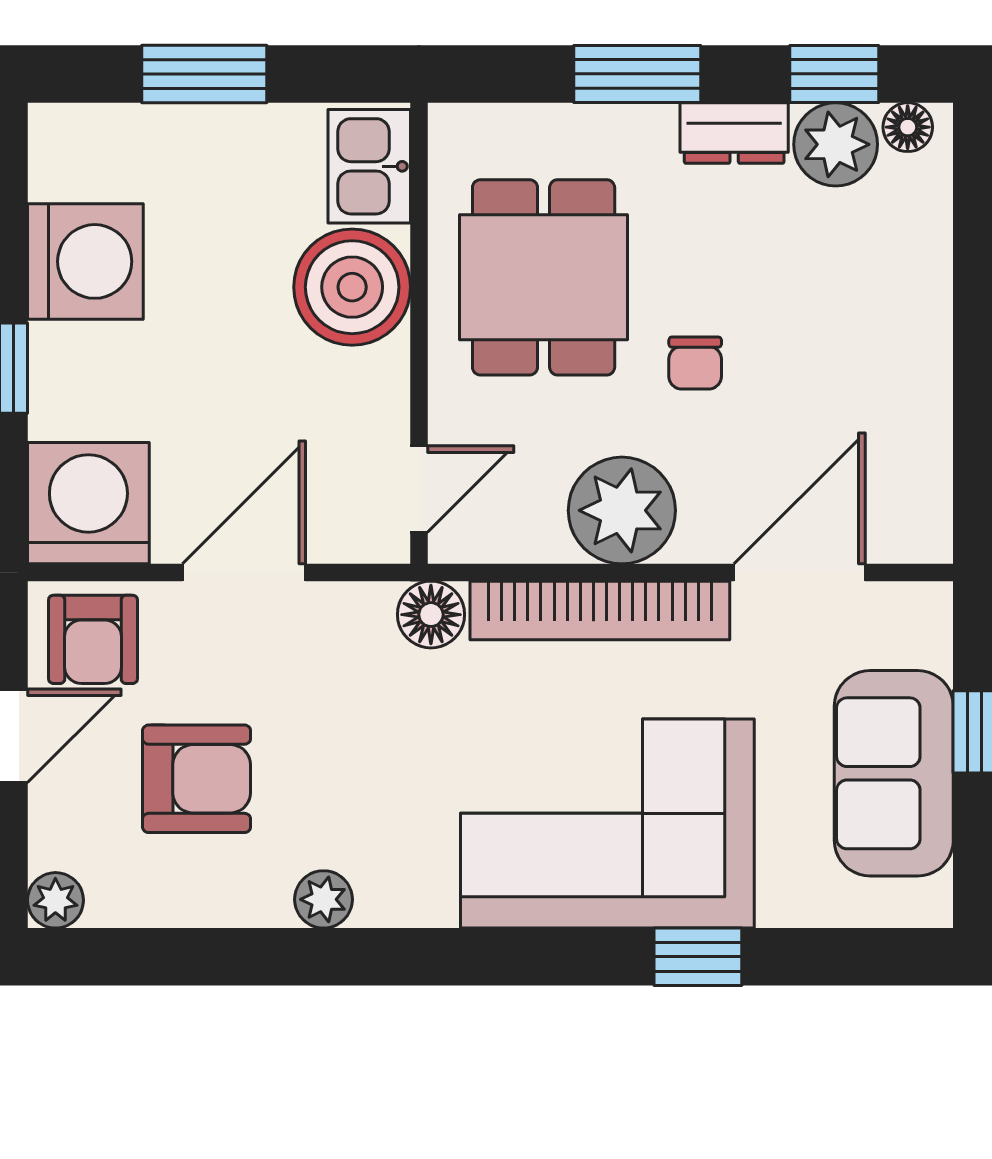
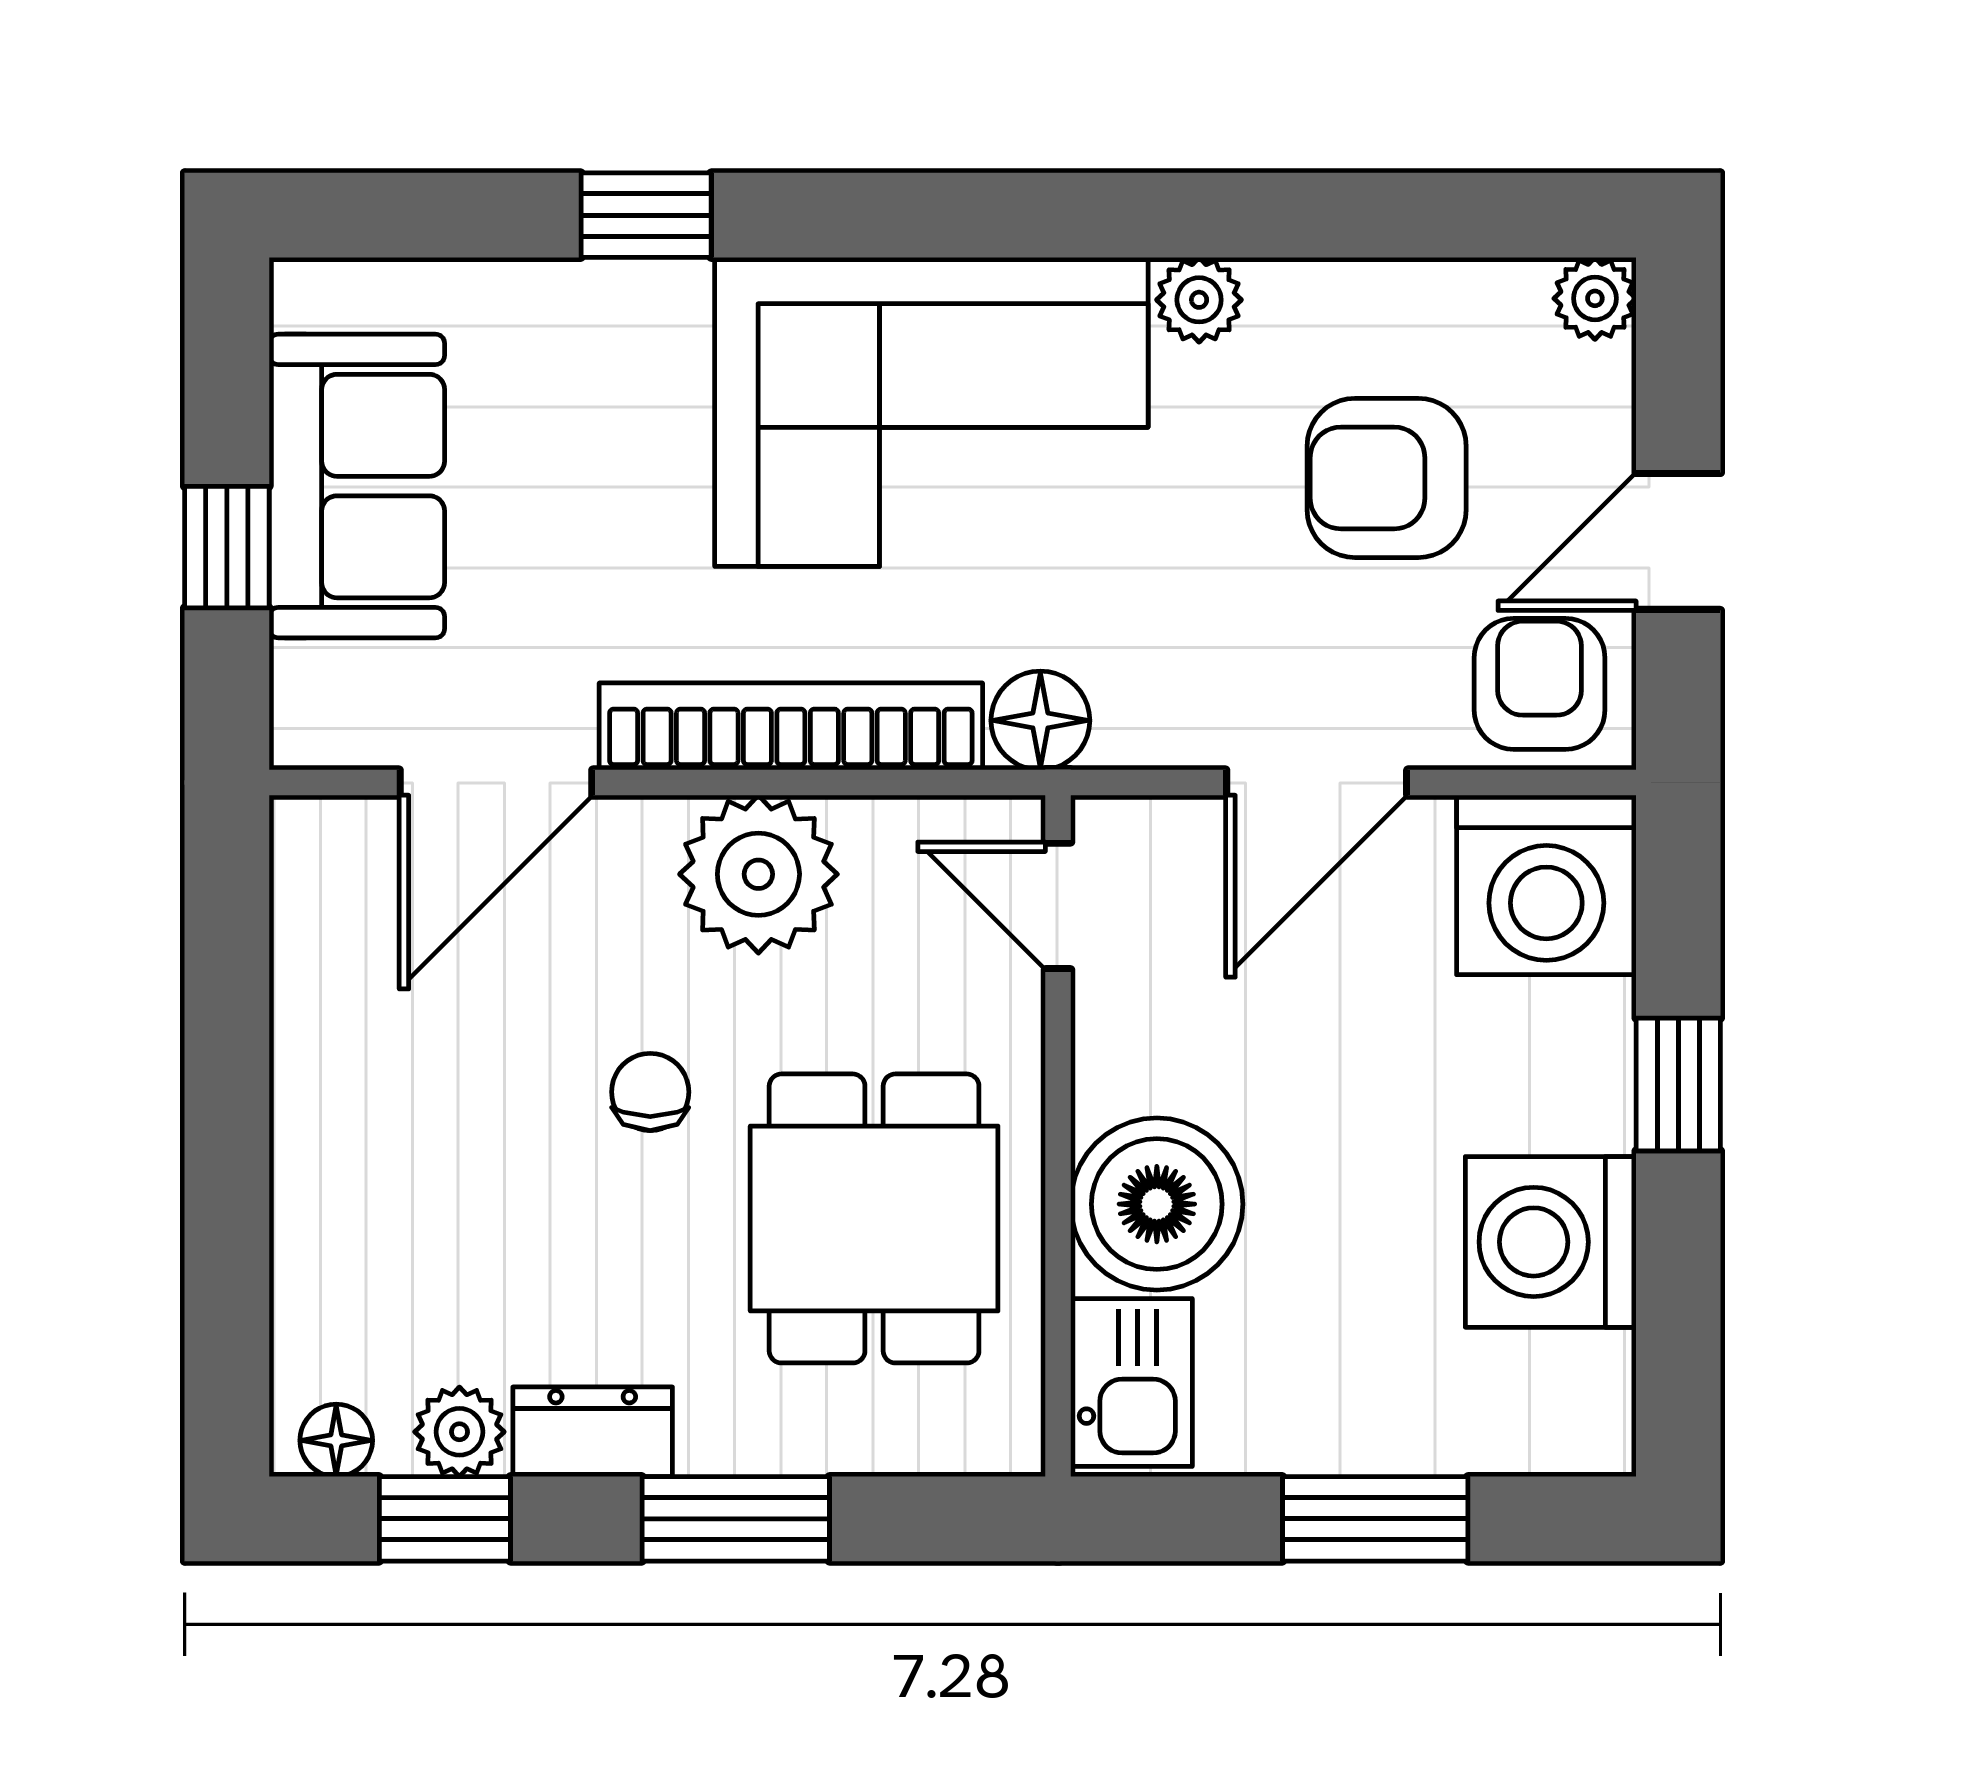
plant: (836, 144) -> (459, 1432), width x0.73, depth x0.73
door: (419, 489) -> (1058, 906), hinge flipped
corner sofa: (607, 823) -> (931, 412), moved

